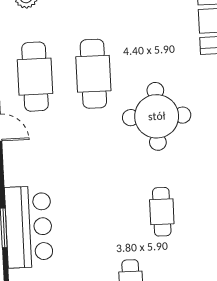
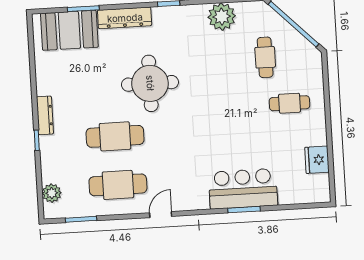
cafe table: (162, 212) -> (265, 57), moved, turned 90

